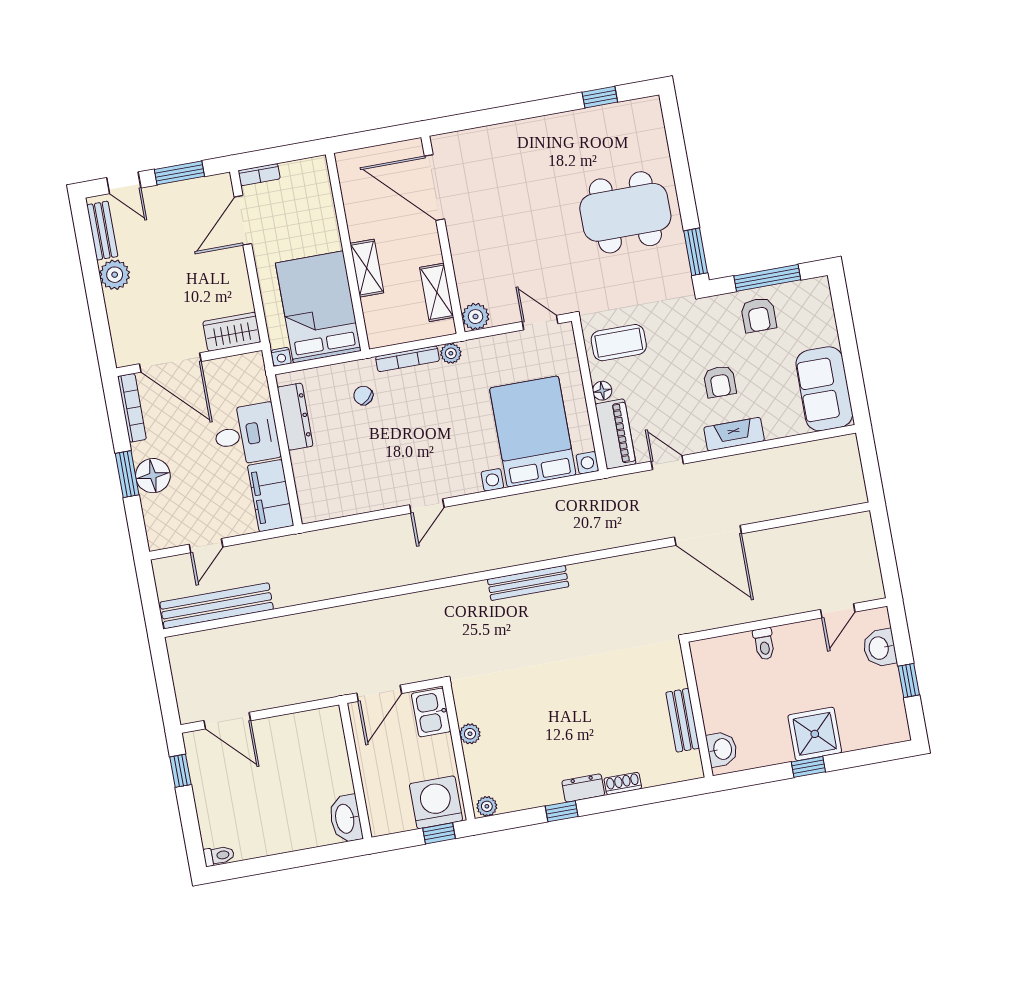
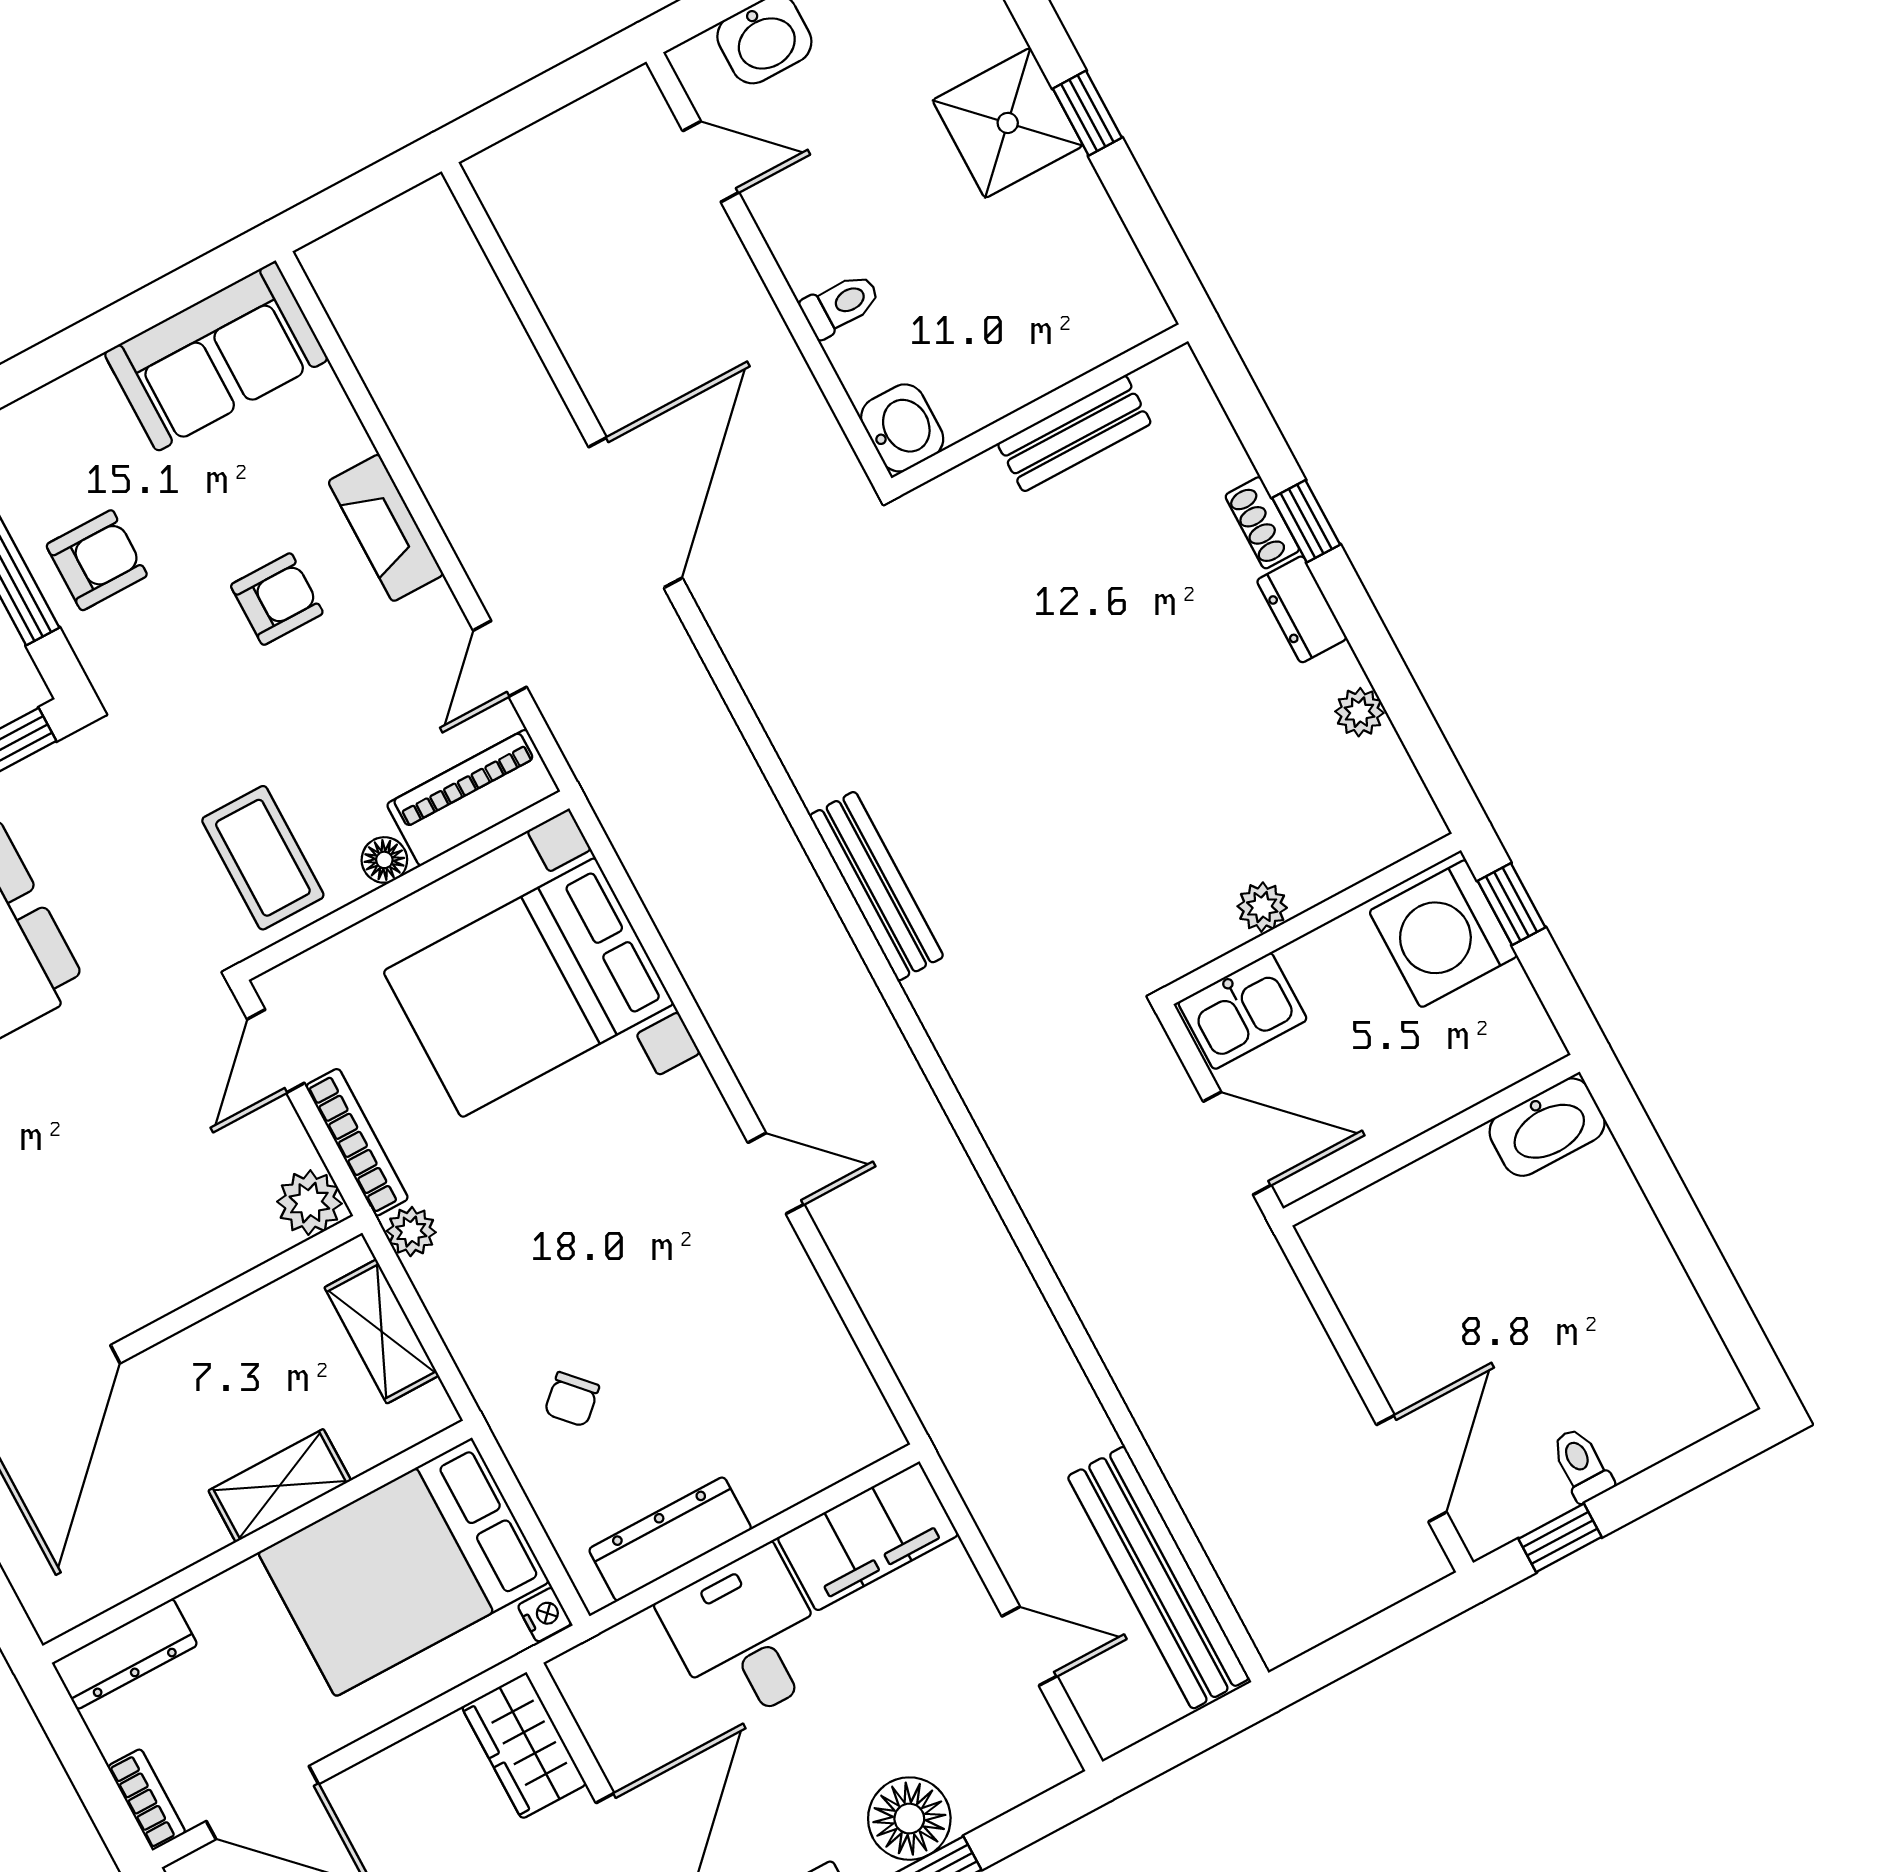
dresser: (320, 185) -> (125, 1654), added
shelving: (437, 292) -> (382, 1331), moved, turned 90
bookcase: (407, 359) -> (357, 1142), moved
washbasin: (722, 749) -> (902, 428), moved, turned 90
plant: (487, 806) -> (1359, 712), moved
window: (562, 811) -> (1306, 521), moved
toilet: (219, 856) -> (1582, 1465), moved

